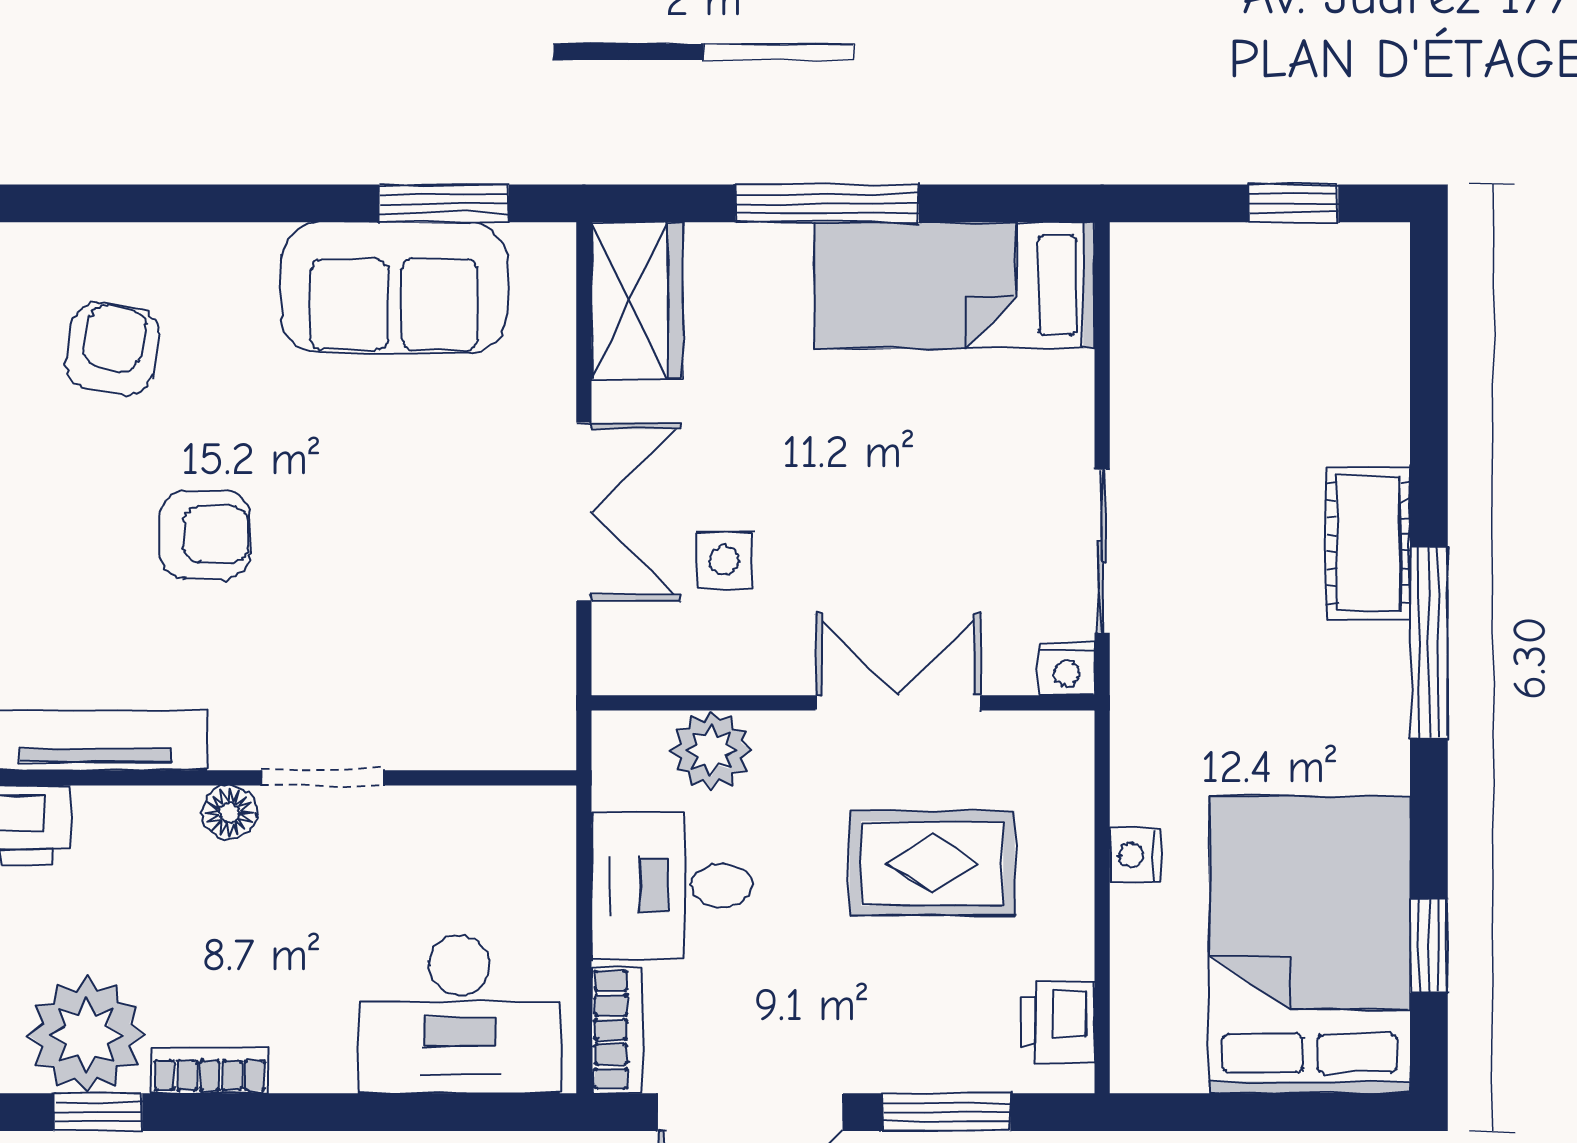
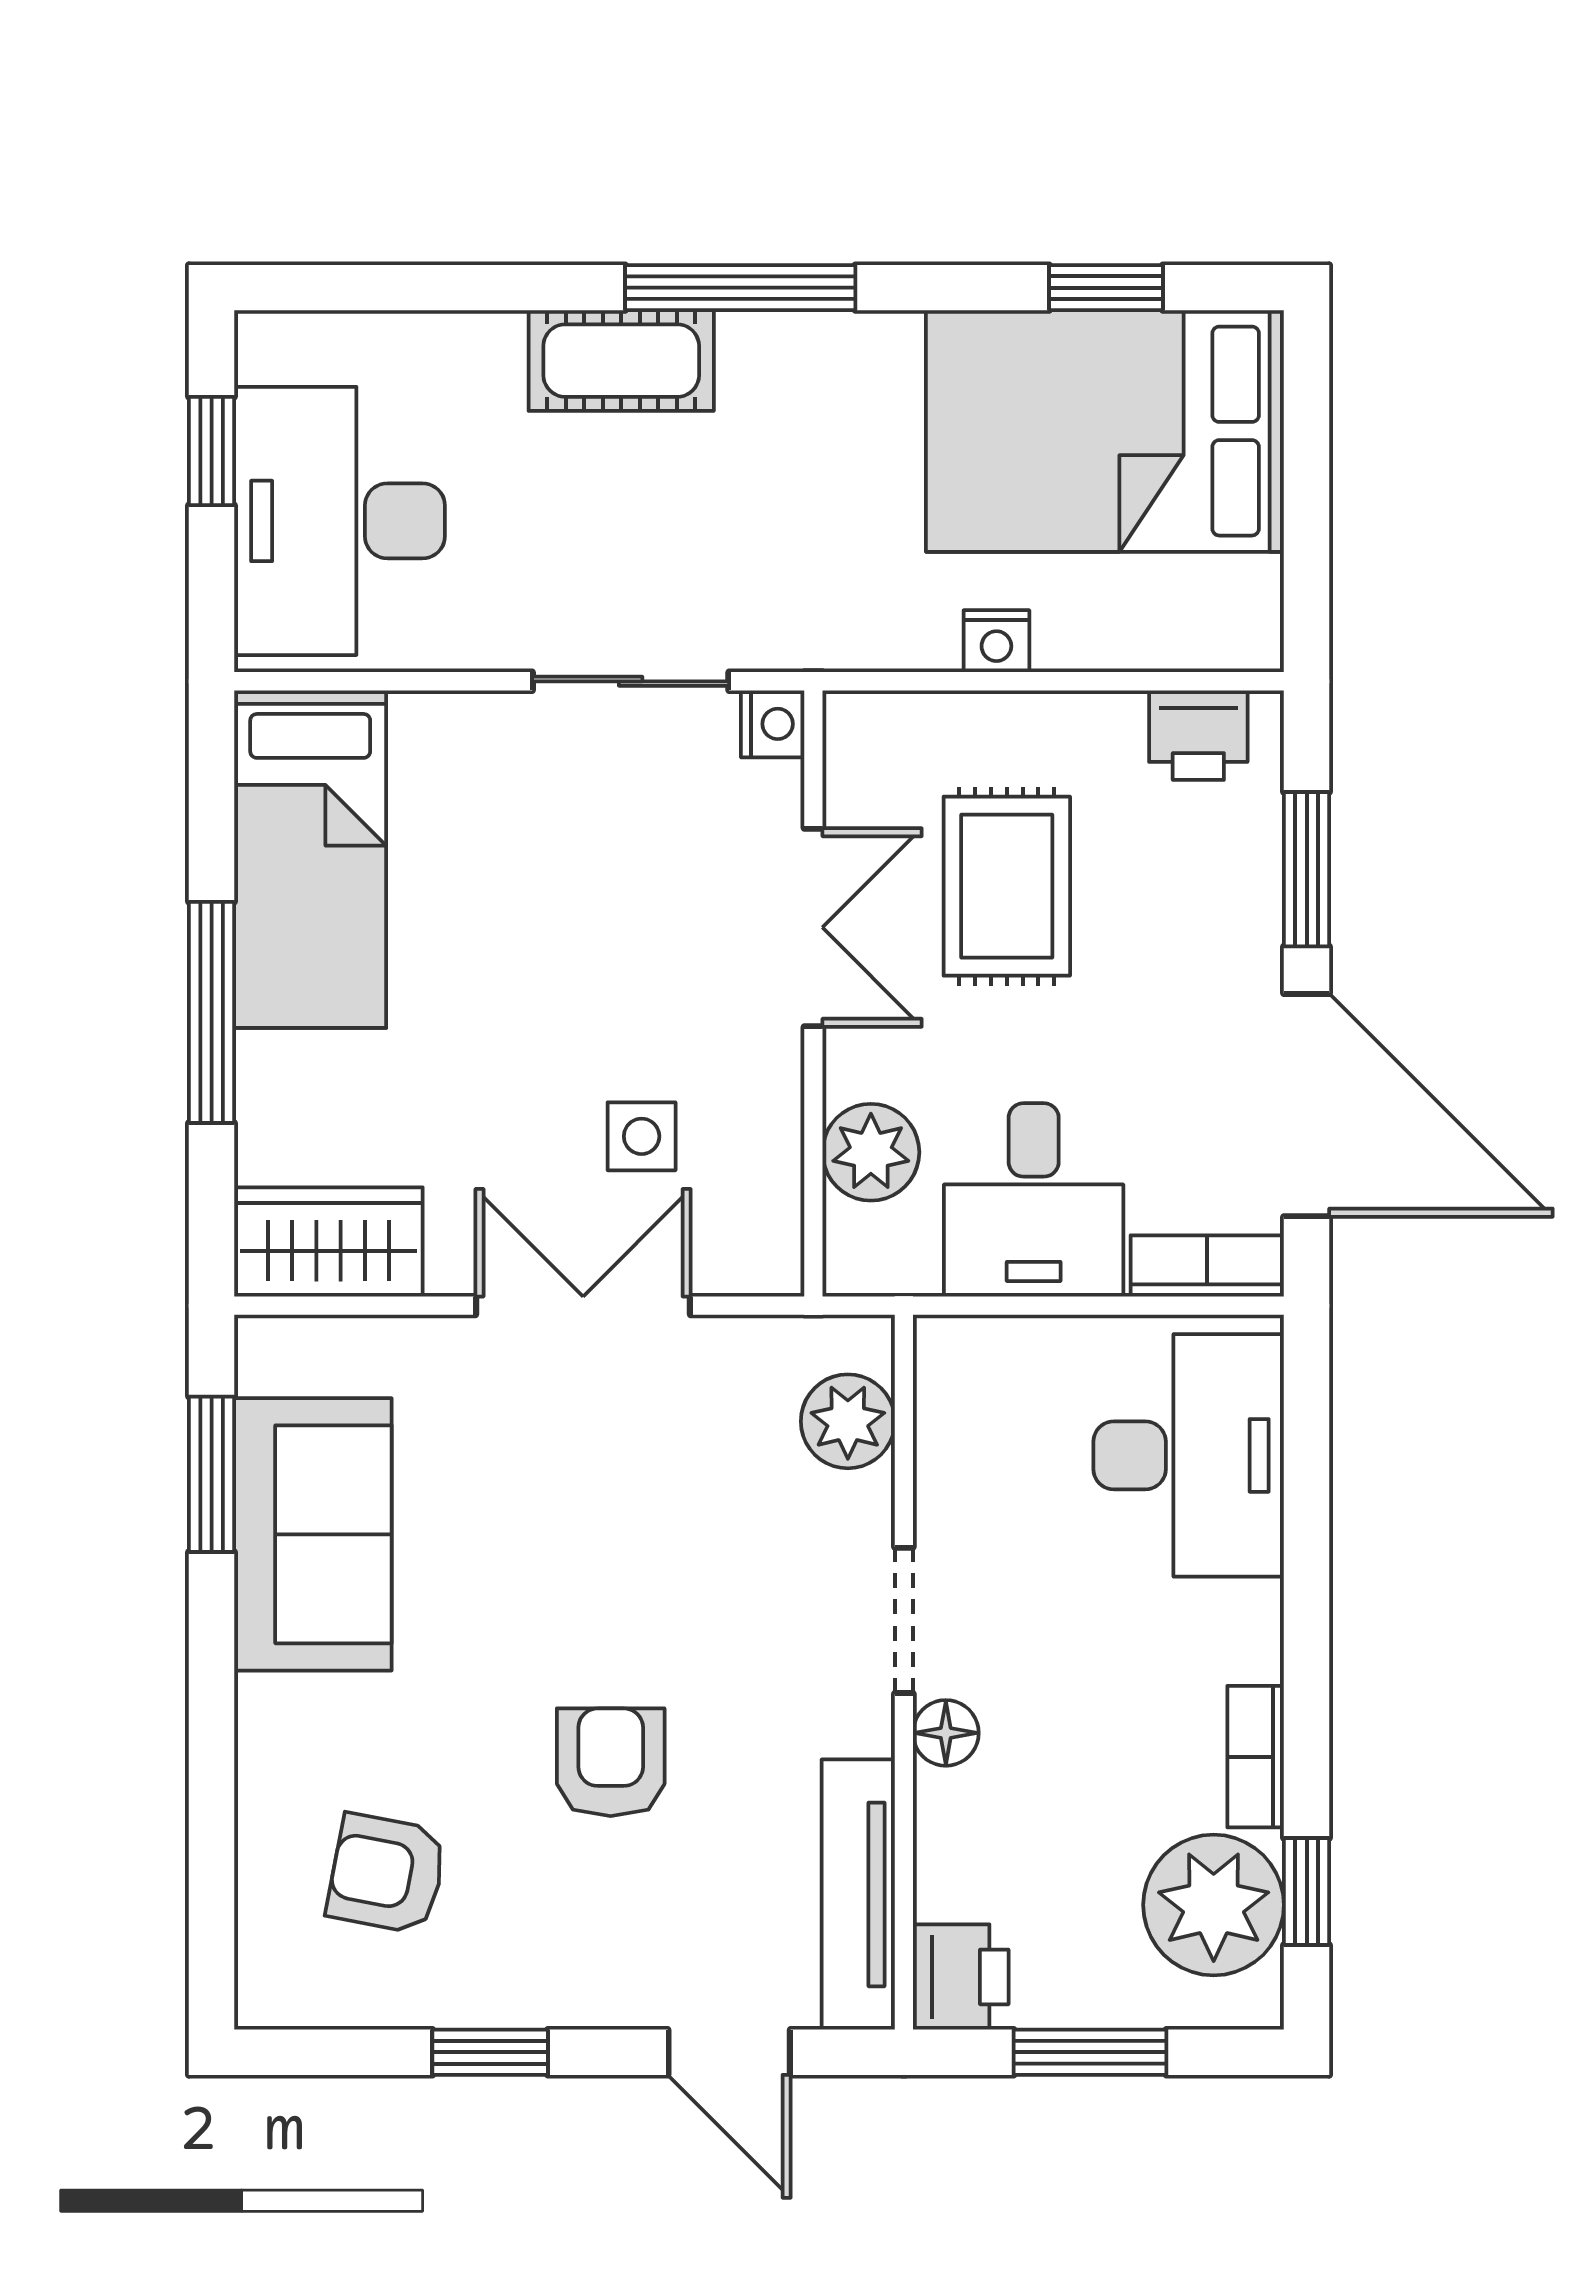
desk: (1235, 310) -> (340, 521), added
double door: (898, 703) -> (813, 927), swing flipped
plant: (488, 731) -> (848, 1421), added

